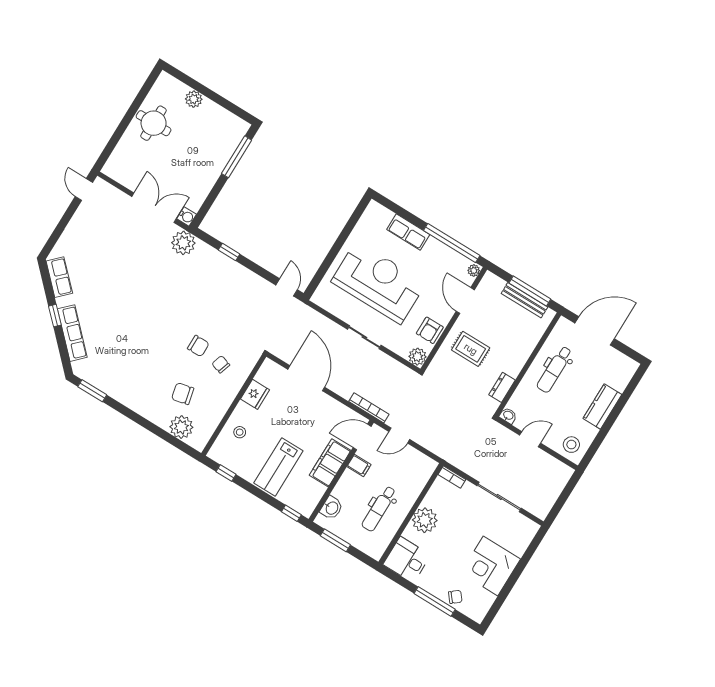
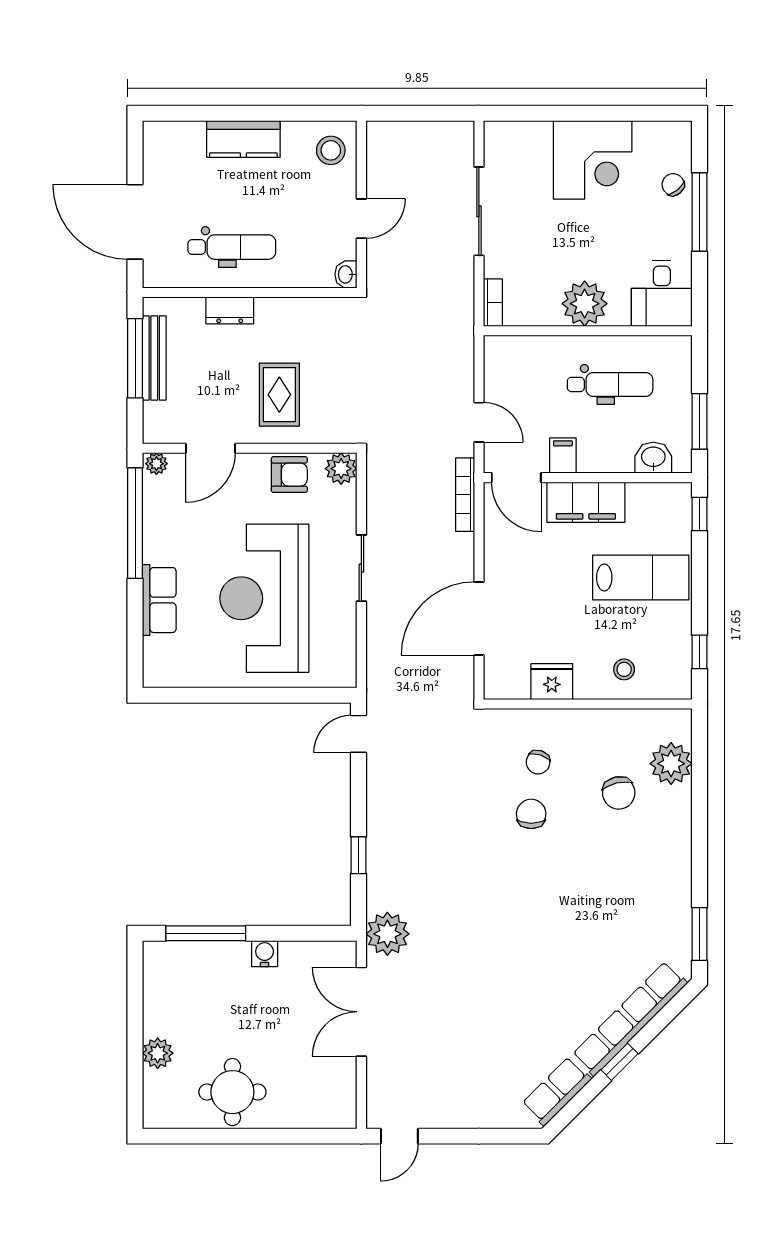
water cooler: (187, 216) -> (265, 954), moved
row of seats: (72, 333) -> (630, 1019), width x1.36
dresser: (502, 387) -> (230, 310), moved
door: (530, 439) -> (361, 219), swing flipped

